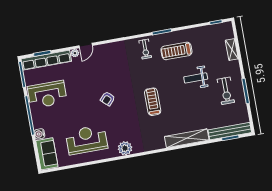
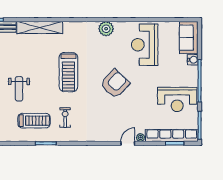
exercise bike: (145, 49) -> (65, 118), moved
weight bench: (196, 78) -> (19, 89), turned 90
reception desk: (47, 95) -> (177, 99), turned 180
armchair: (108, 99) -> (115, 84), width x1.88, depth x1.88
treadmill: (153, 102) -> (68, 72), width x1.37, depth x1.38
reception desk: (87, 140) -> (145, 45), turned 90

